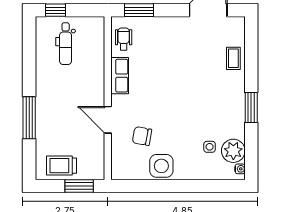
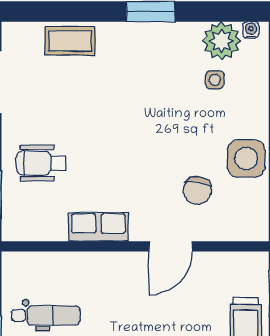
wheelchair: (124, 39) -> (41, 163), moved, width x1.36, depth x1.37
coffee table: (233, 58) -> (70, 41), width x1.36, depth x1.30

